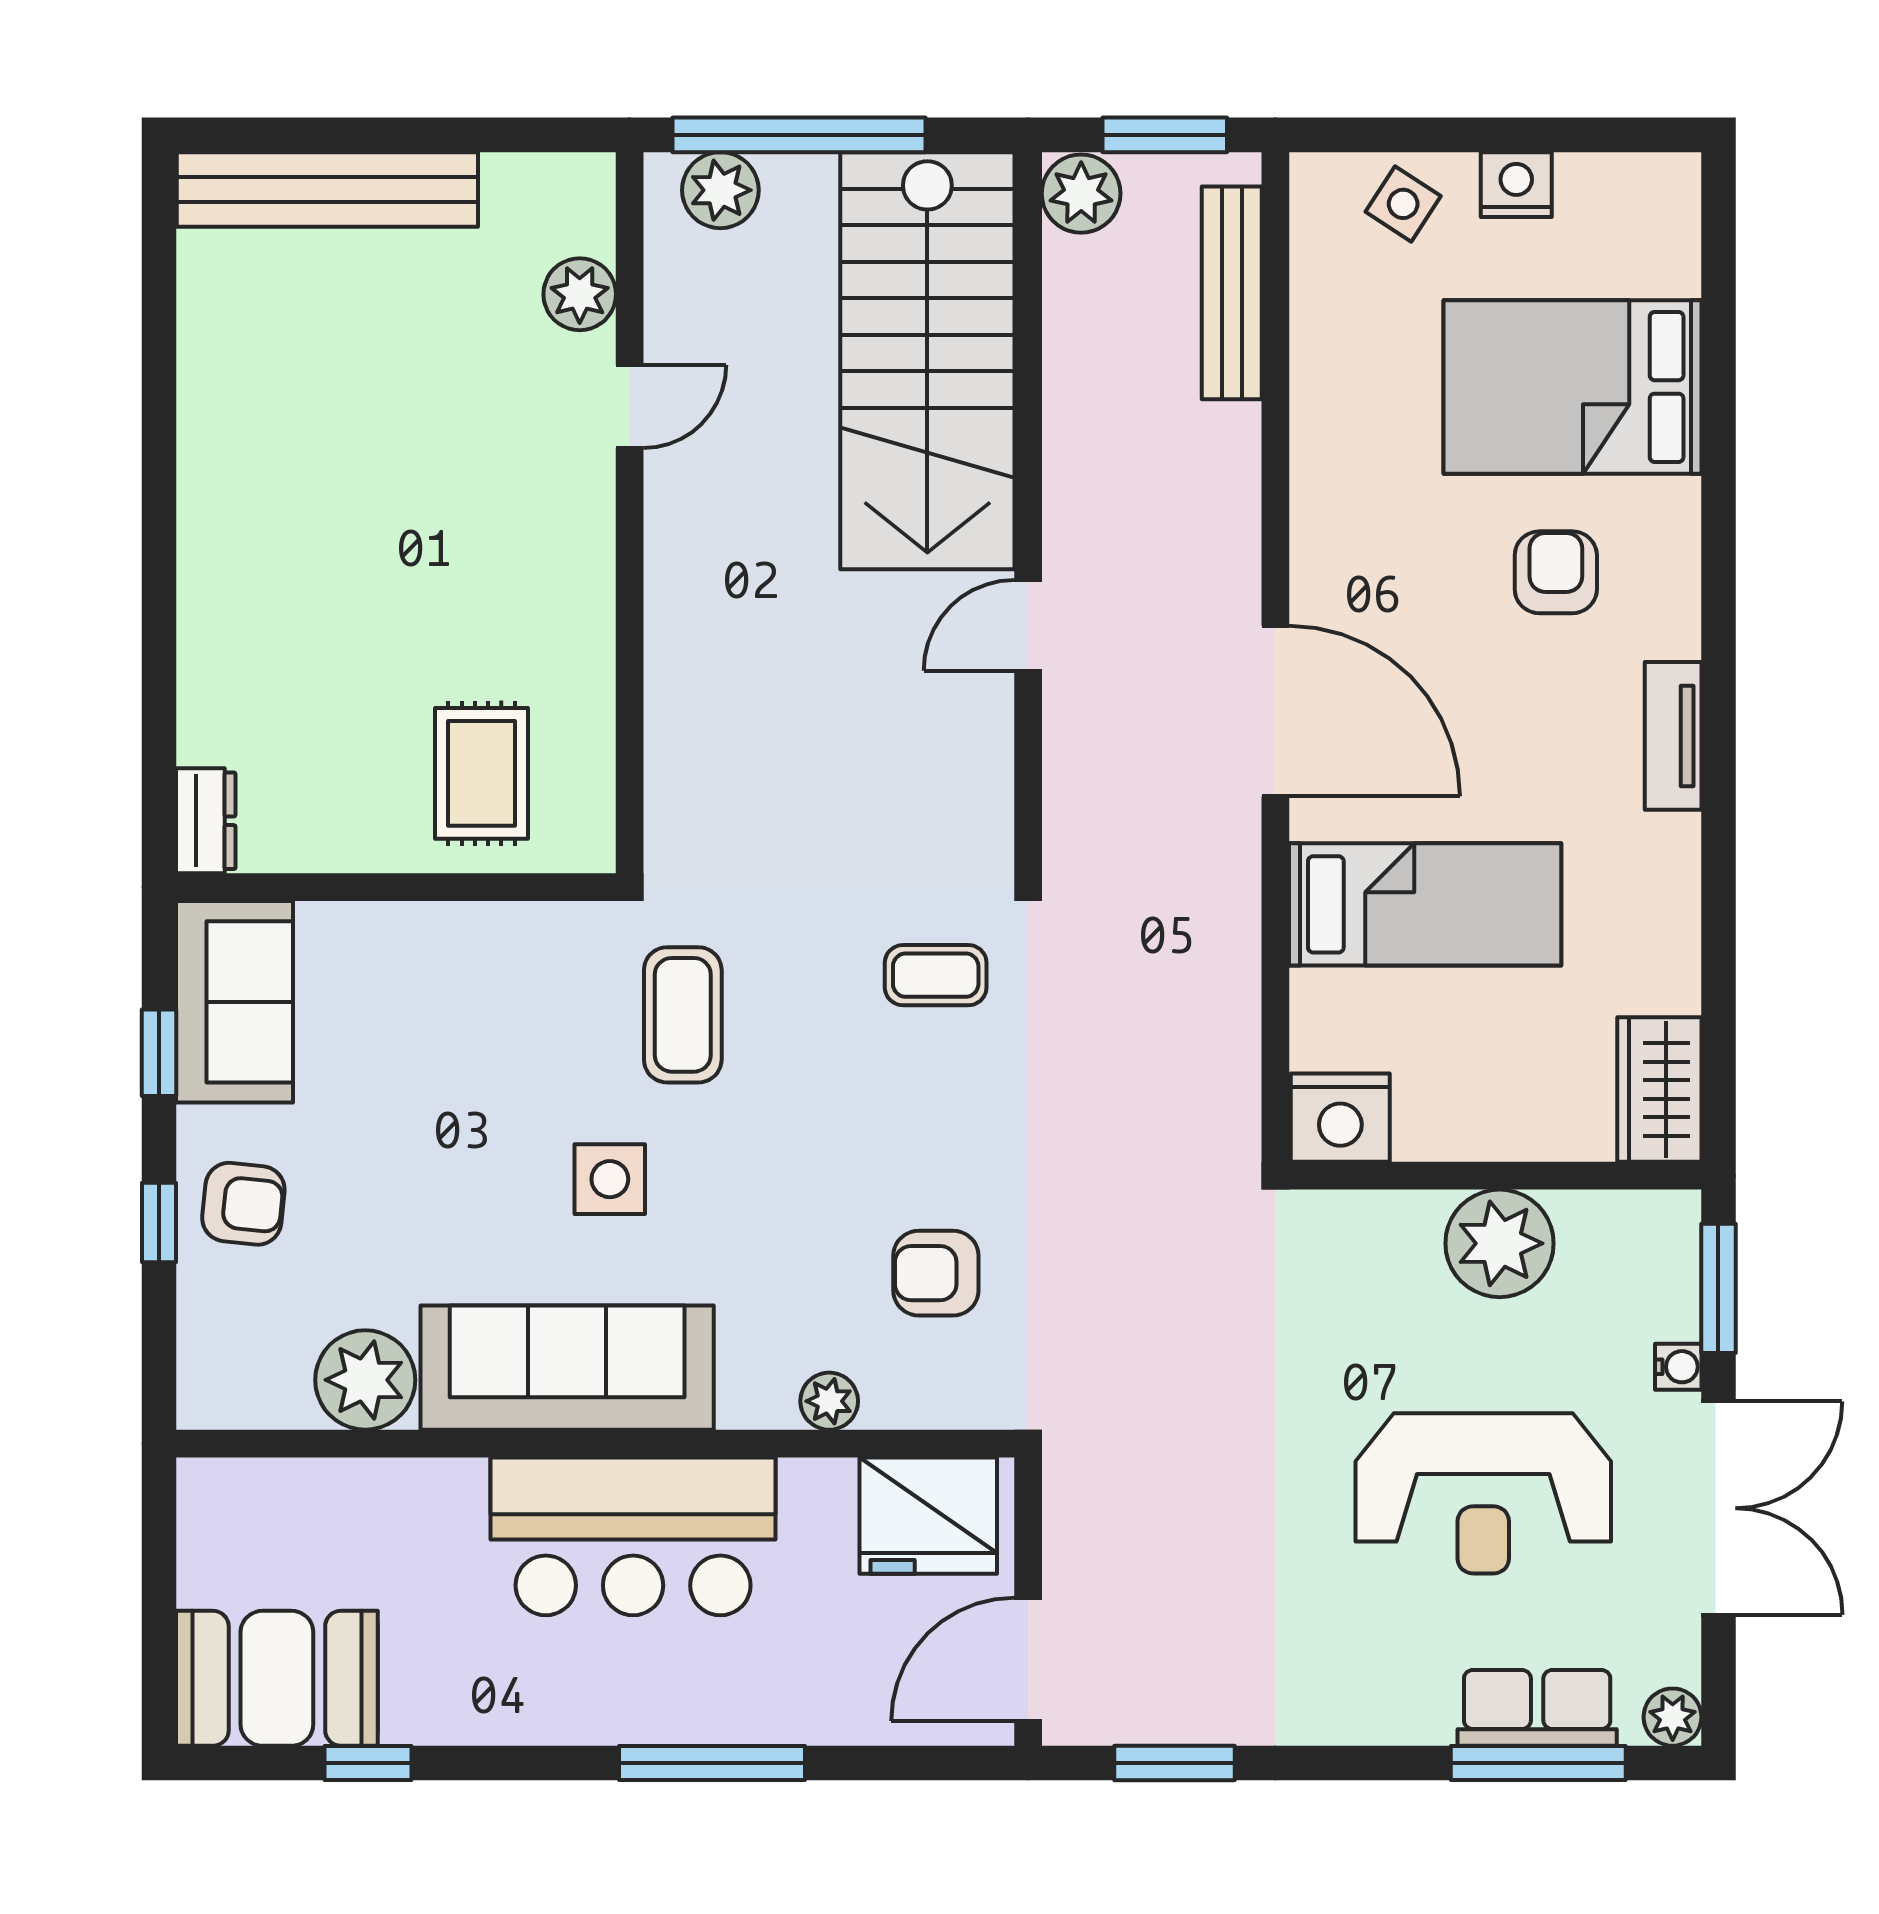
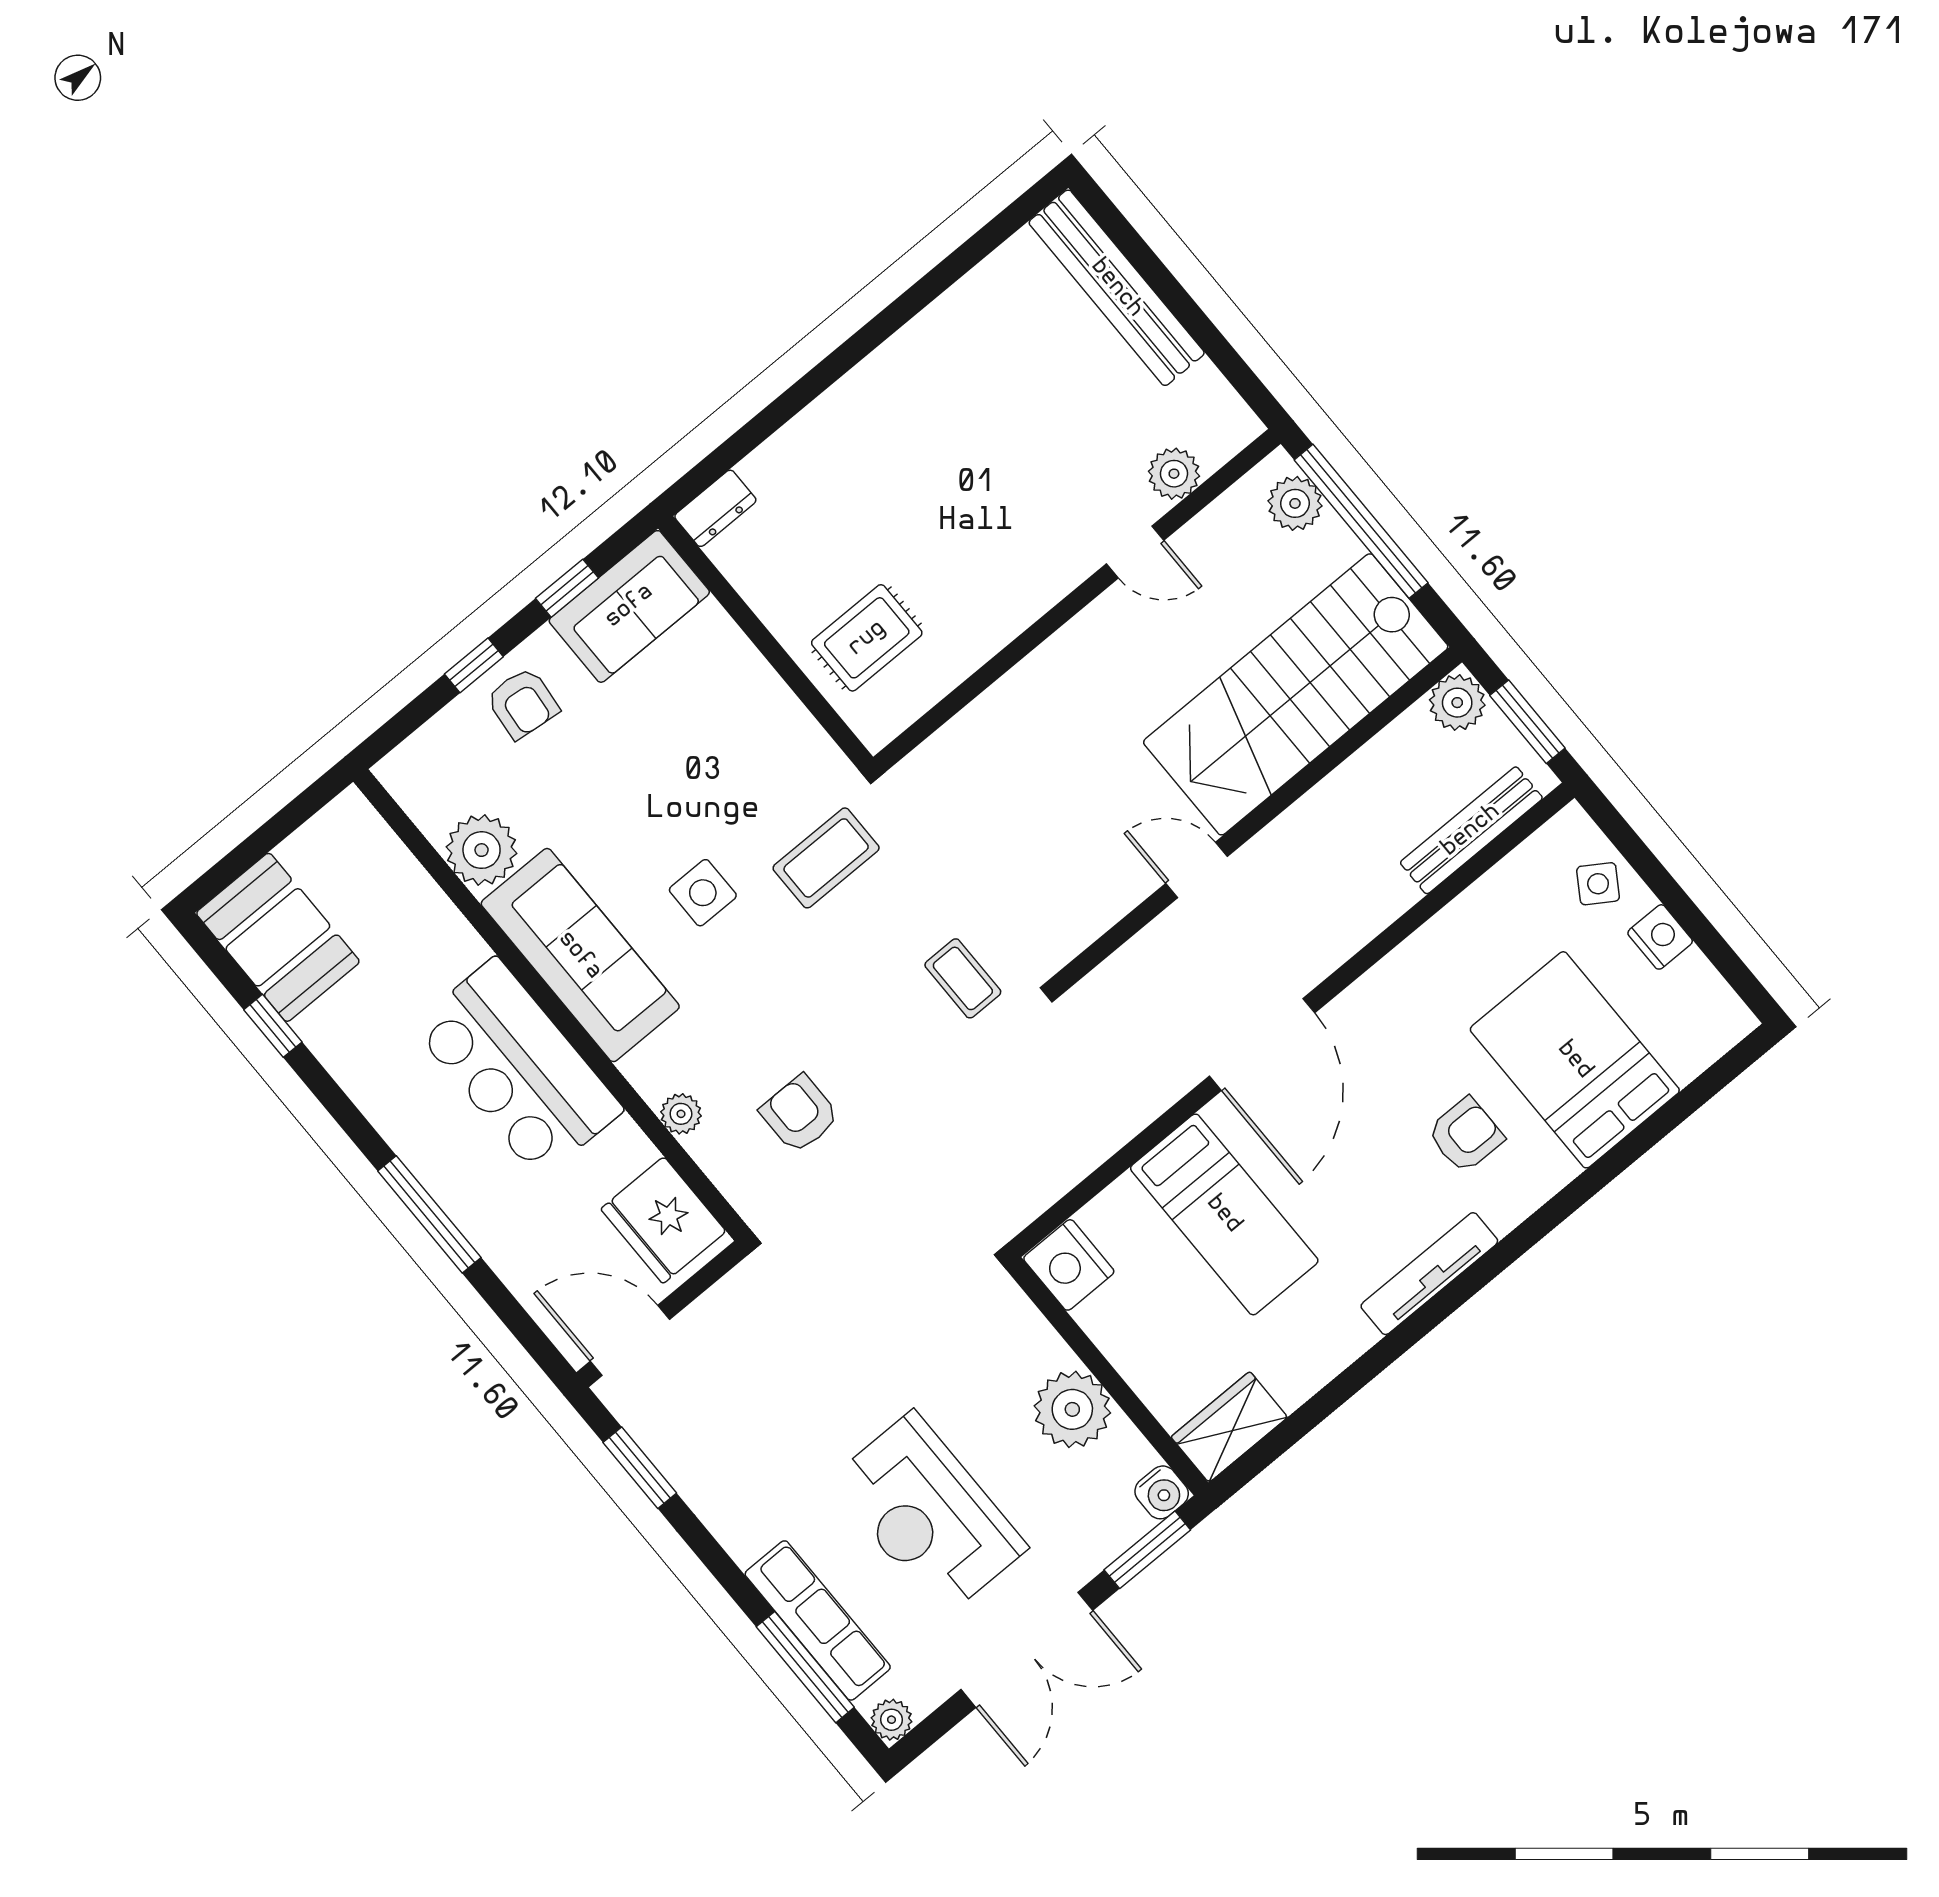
tv unit: (1673, 736) -> (1429, 1274), width x1.41
water cooler: (1678, 1367) -> (1162, 1492), moved, width x1.38, depth x1.38
row of seats: (1537, 1708) -> (818, 1620), width x1.48

